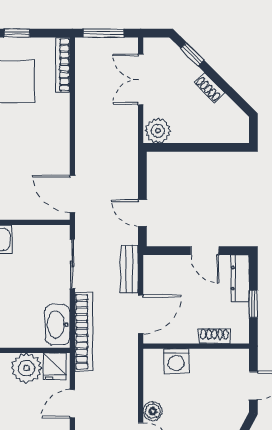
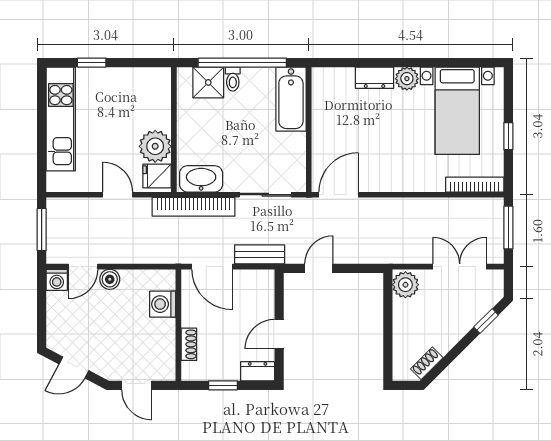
shoe rack: (210, 88) -> (427, 363), moved
dresser: (240, 278) -> (258, 371), width x0.70

